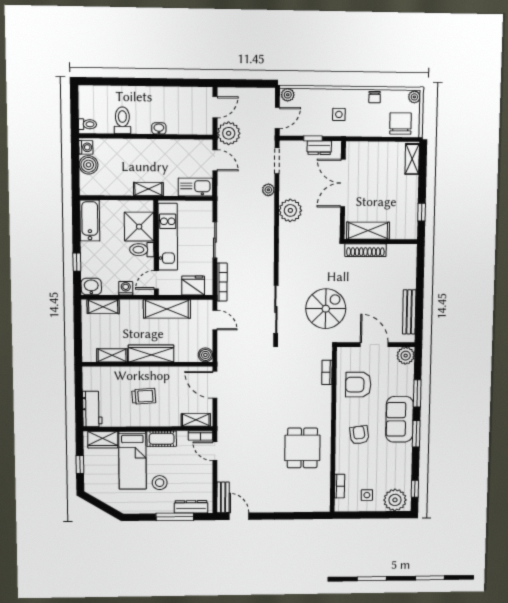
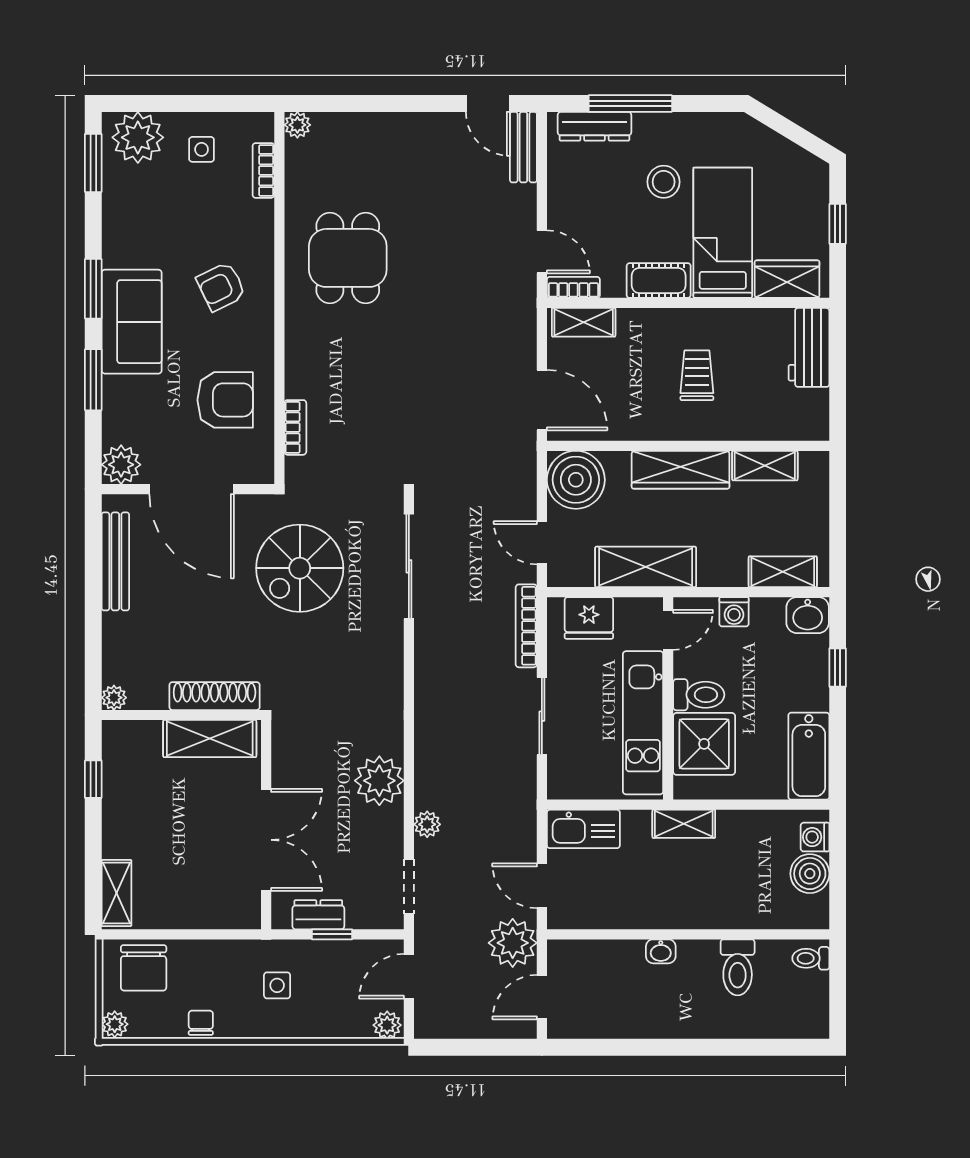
washing machine: (86, 147) -> (815, 837), moved
plant: (411, 250) -> (114, 698), added
door: (374, 345) -> (192, 489), width x1.36
boiler: (205, 355) -> (576, 480), width x1.86, depth x1.86
trolley: (144, 396) -> (697, 375), turned 94
armchair: (359, 435) -> (221, 287), turned 72
window: (415, 489) -> (93, 163), width x1.50
plant: (324, 506) -> (297, 125), added

